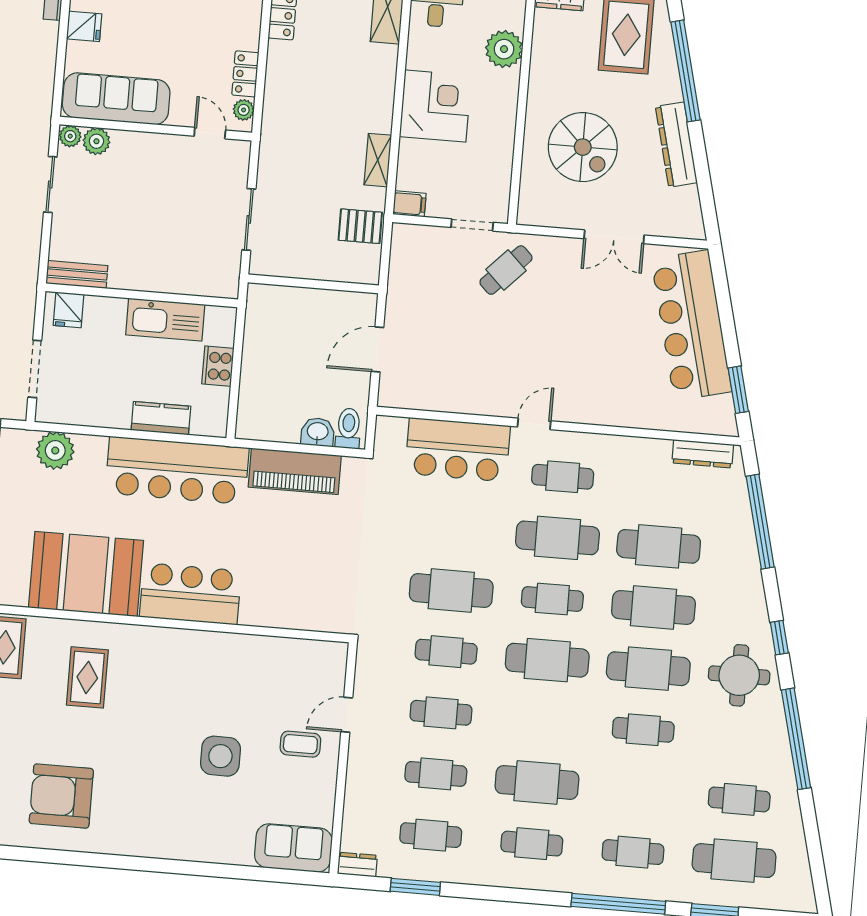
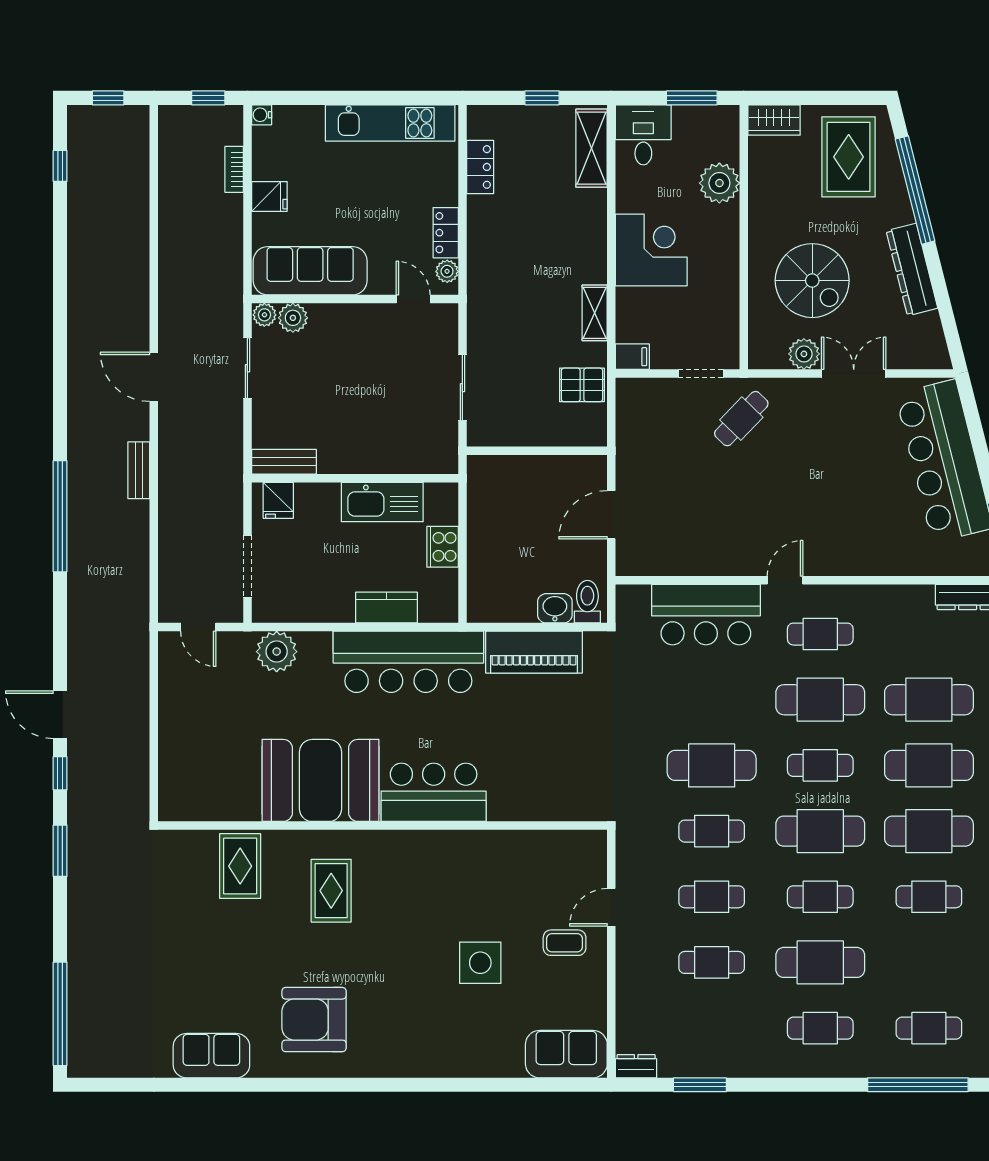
plant: (569, 215) -> (804, 354), added
double door: (614, 237) -> (854, 374), swing flipped
cafe table: (431, 835) -> (820, 897), moved

